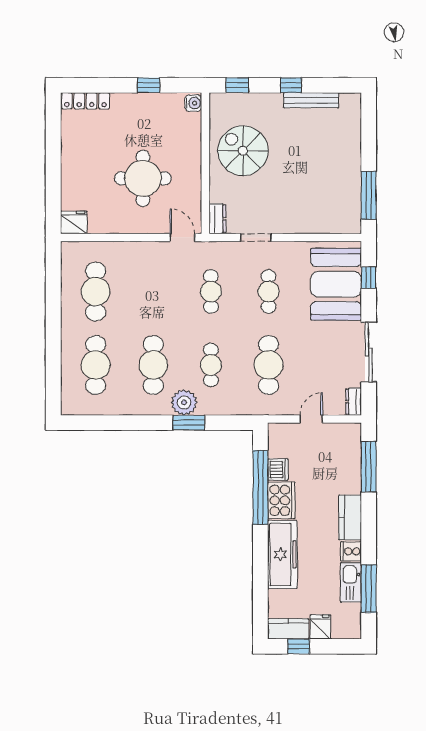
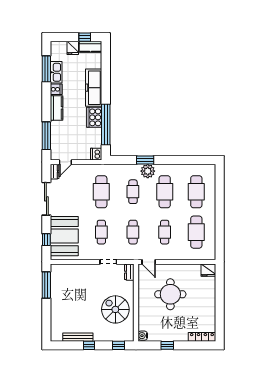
spiral stairs: (243, 151) -> (115, 309), turned 180
cafe table: (153, 291) -> (165, 232), added
door: (311, 419) -> (65, 162), moved
dishwasher: (278, 470) -> (96, 154), moved

